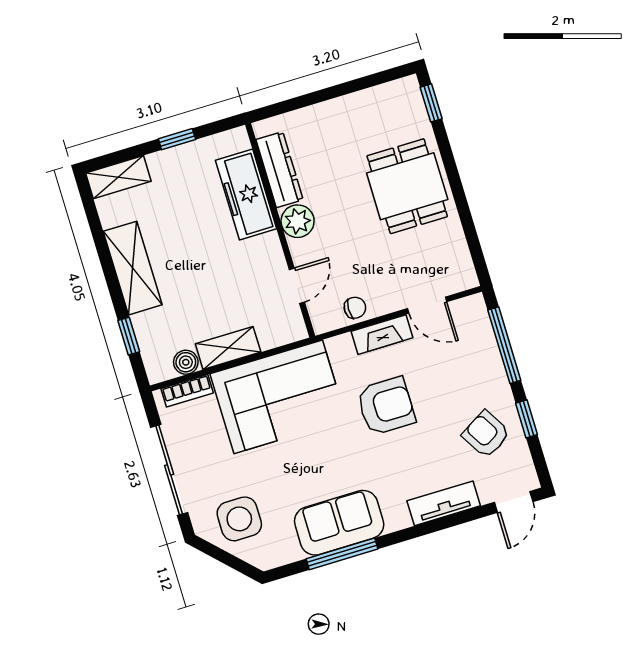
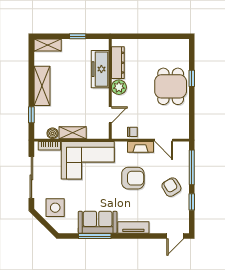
window: (431, 103) -> (192, 78), moved
armchair: (486, 434) -> (171, 187), moved
tv unit: (444, 503) -> (133, 227), moved

